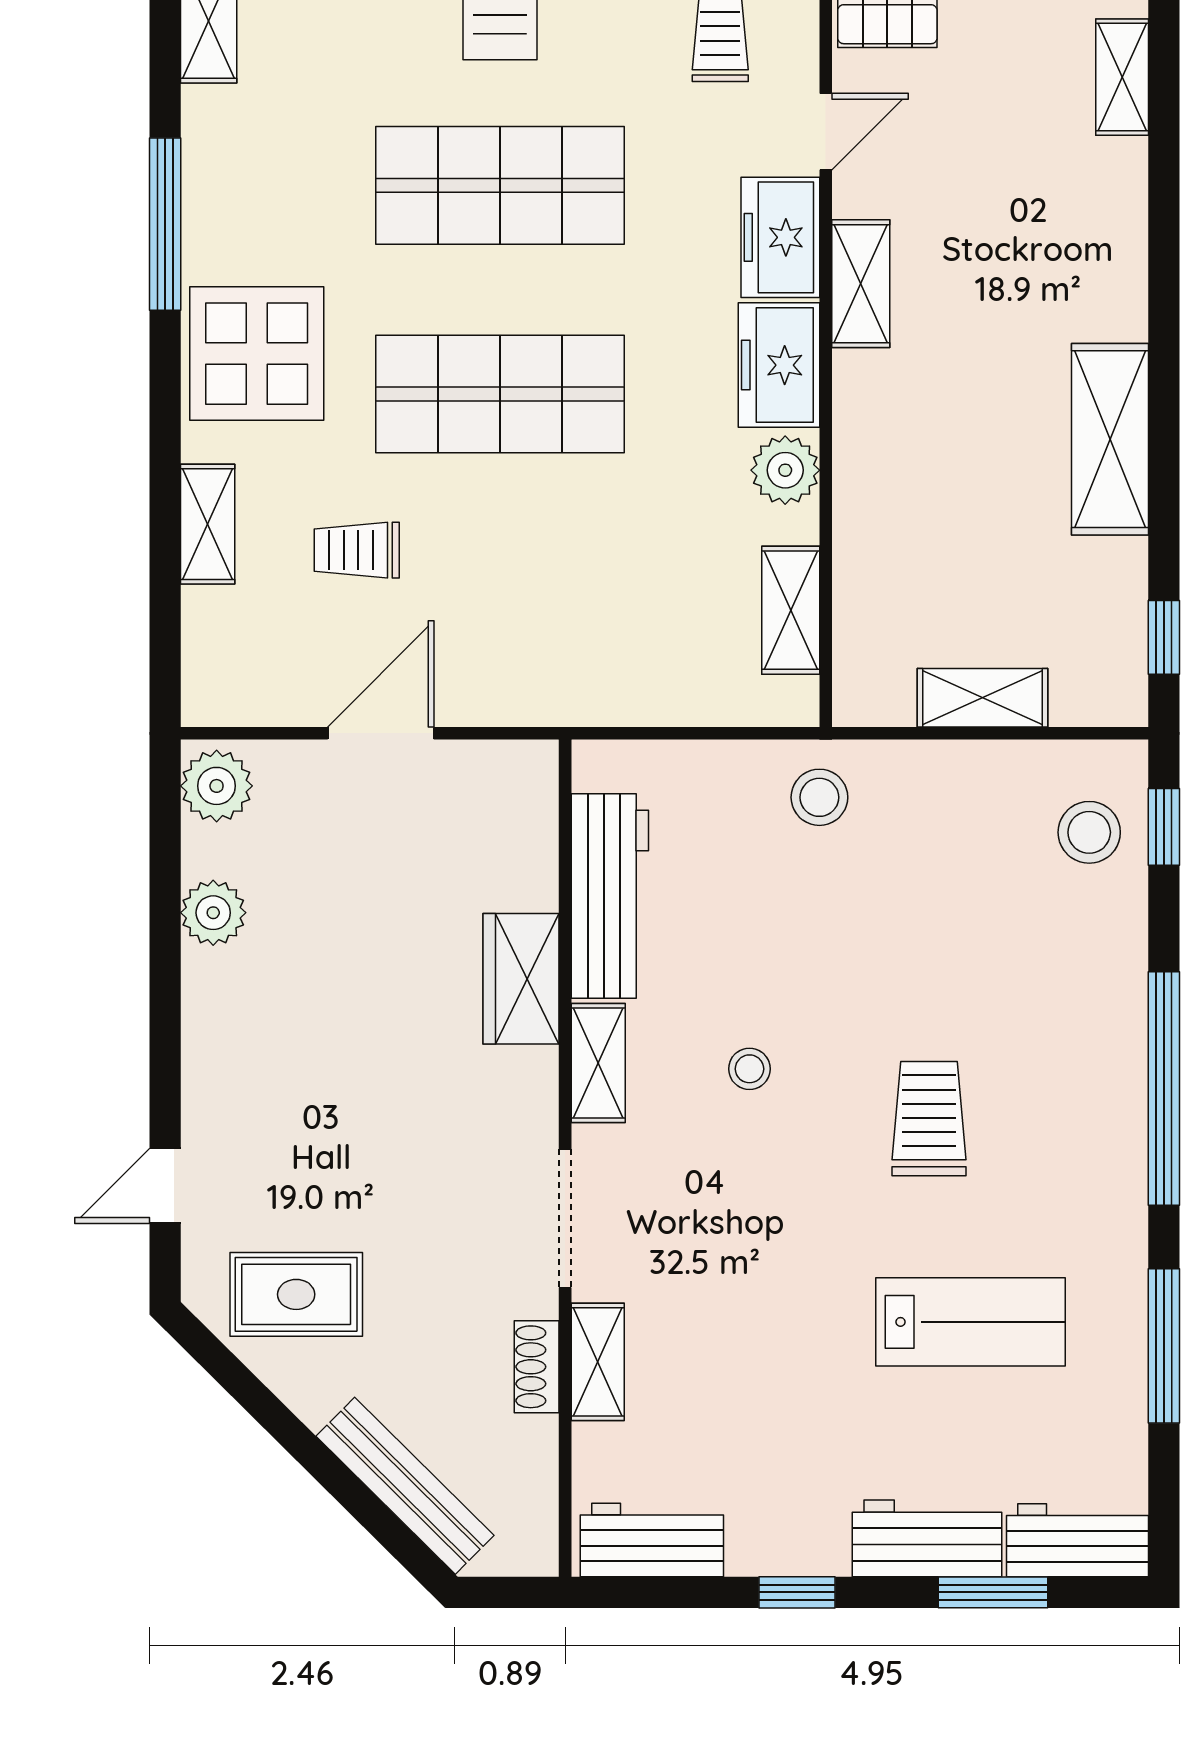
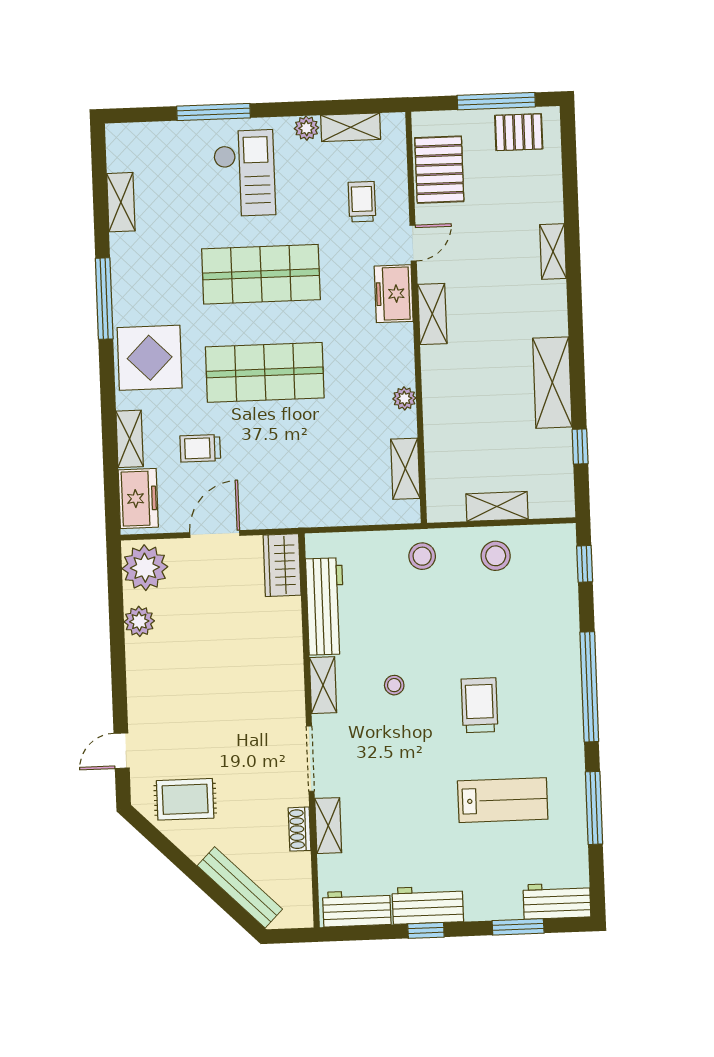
shelving: (1122, 77) -> (553, 252), moved
freezer: (779, 365) -> (138, 498), moved, turned 180
plant: (785, 470) -> (404, 398), width x0.73, depth x0.73
window: (1164, 637) -> (580, 447), moved
plant: (217, 786) -> (145, 568), width x1.36, depth x1.36
stool: (1089, 832) -> (496, 556), moved
wardrobe: (521, 979) -> (282, 565), moved
workbench: (927, 1538) -> (428, 905), moved

